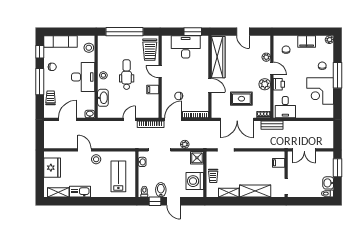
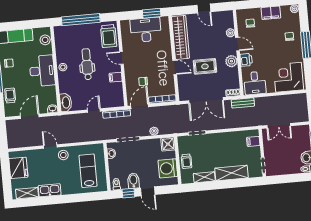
corner desk: (320, 91) -> (289, 77), moved, turned 90
washbasin: (103, 98) -> (66, 102), moved
rug: (241, 99) -> (205, 66), moved

